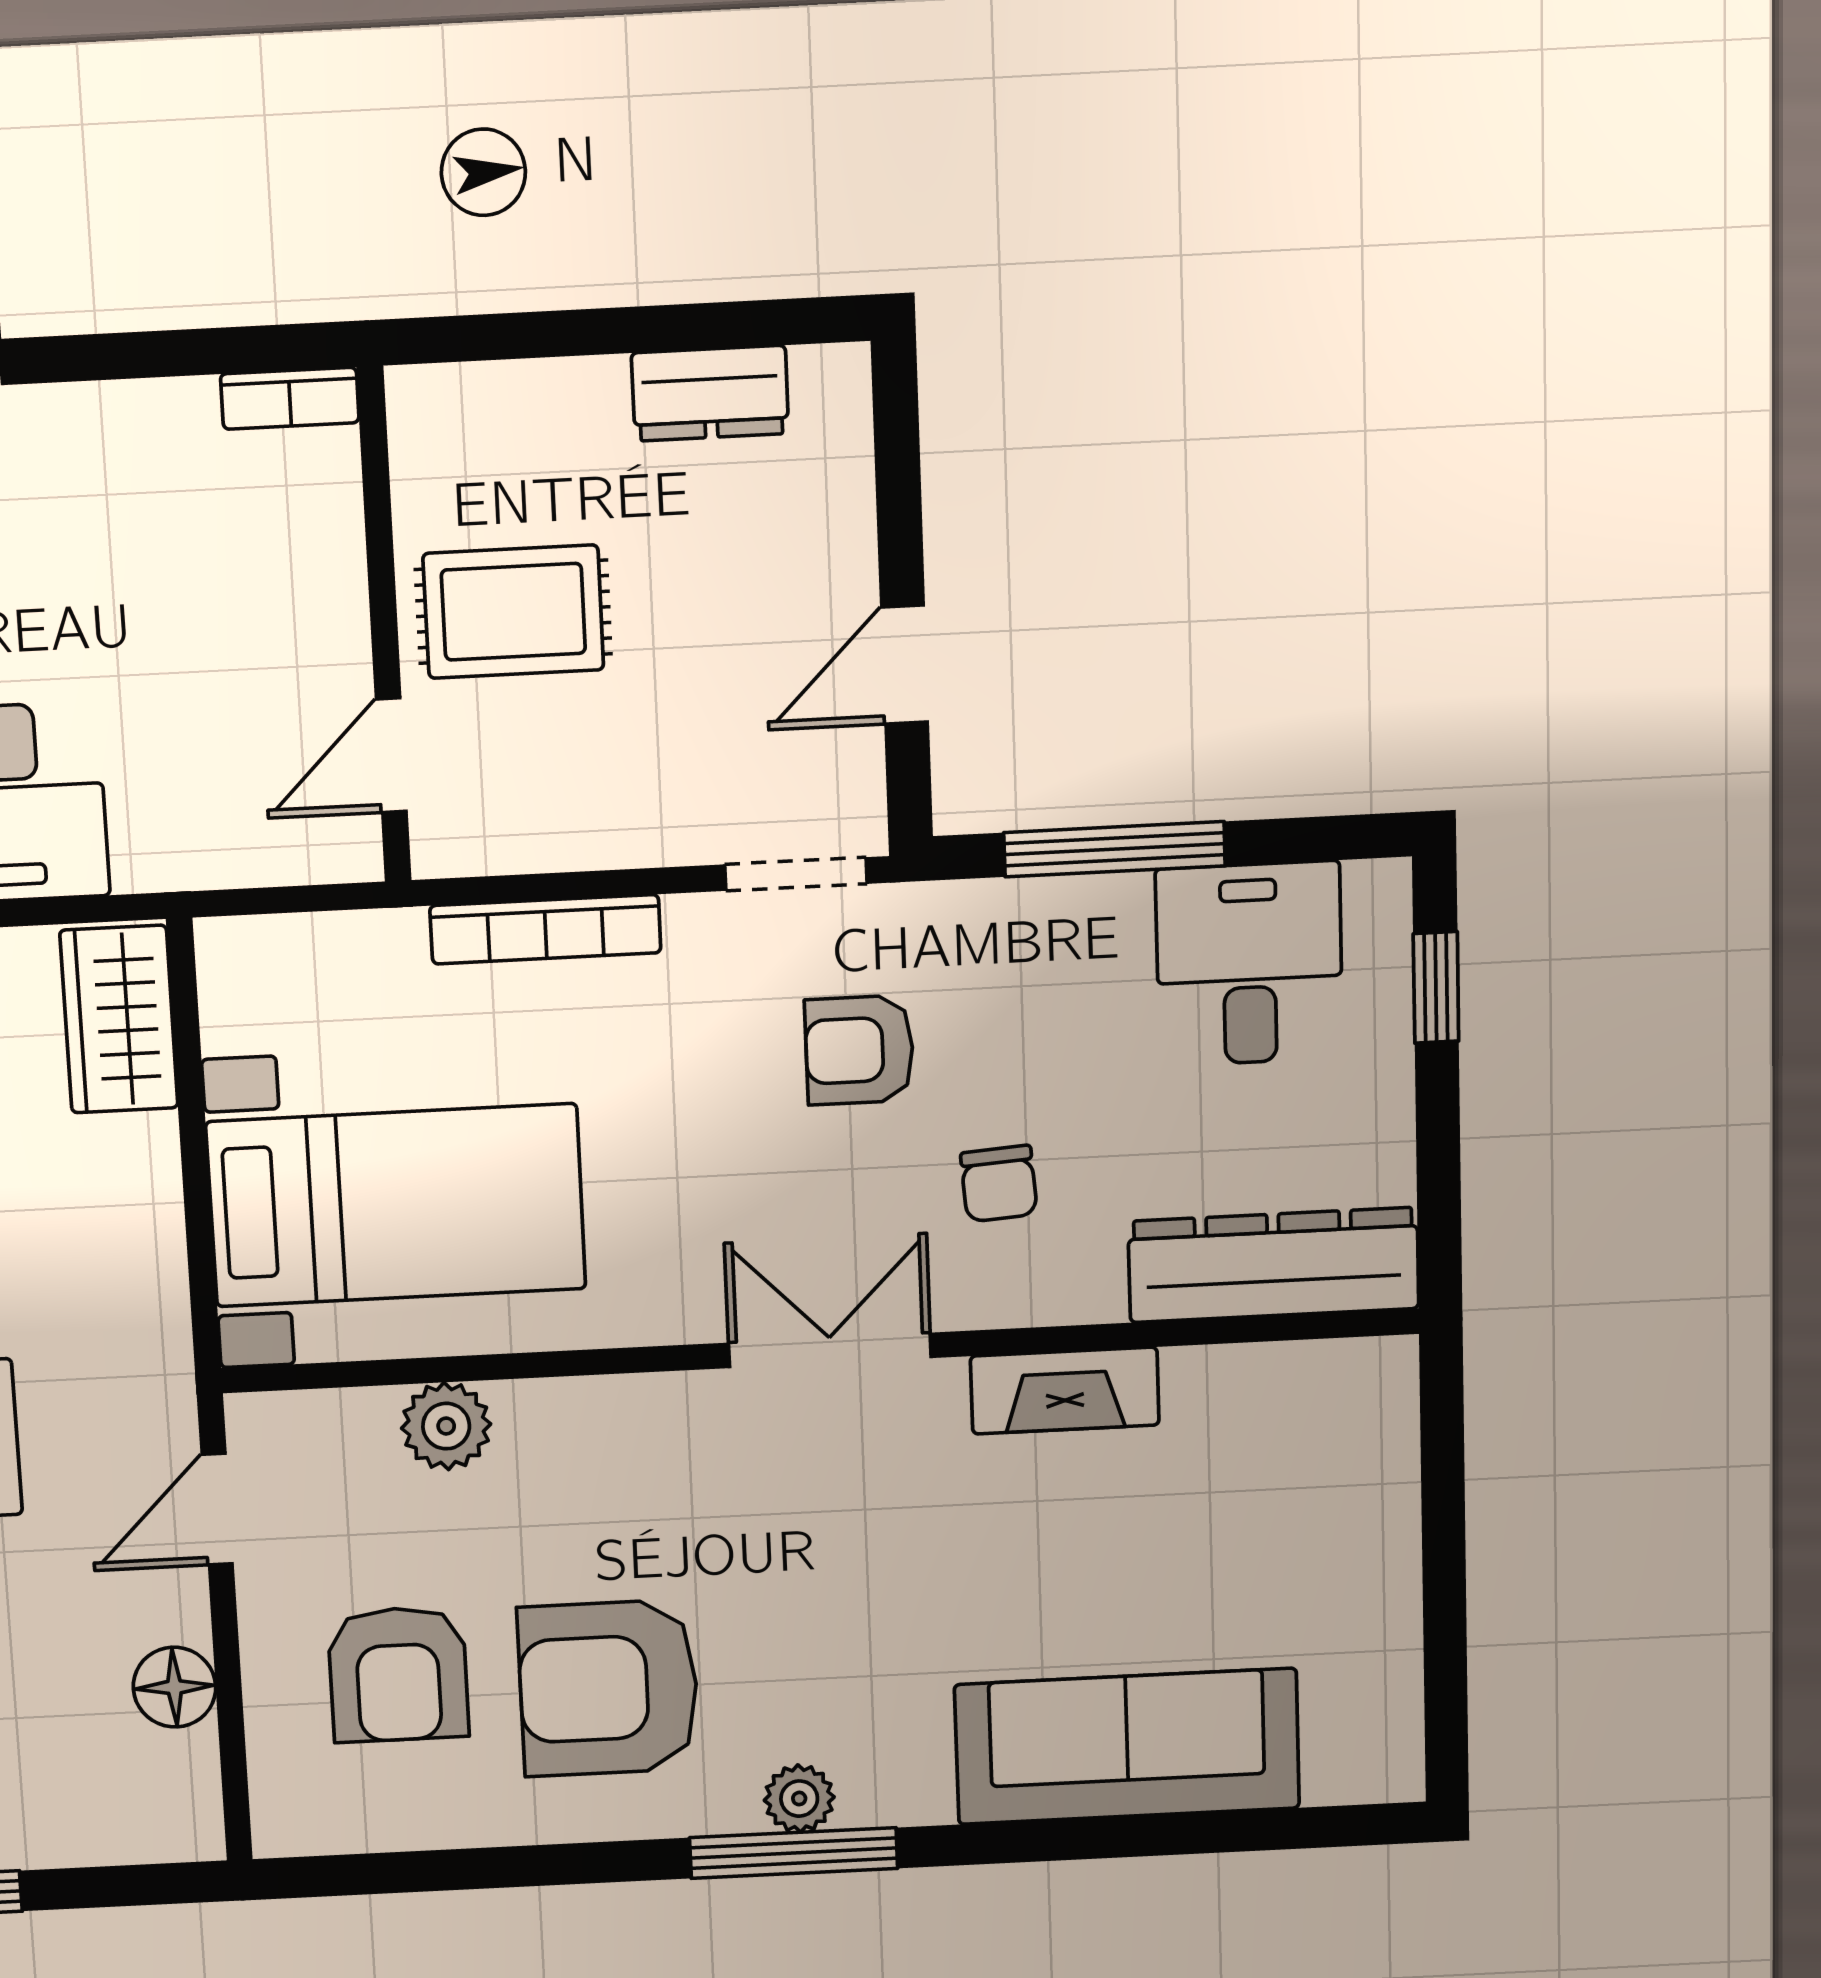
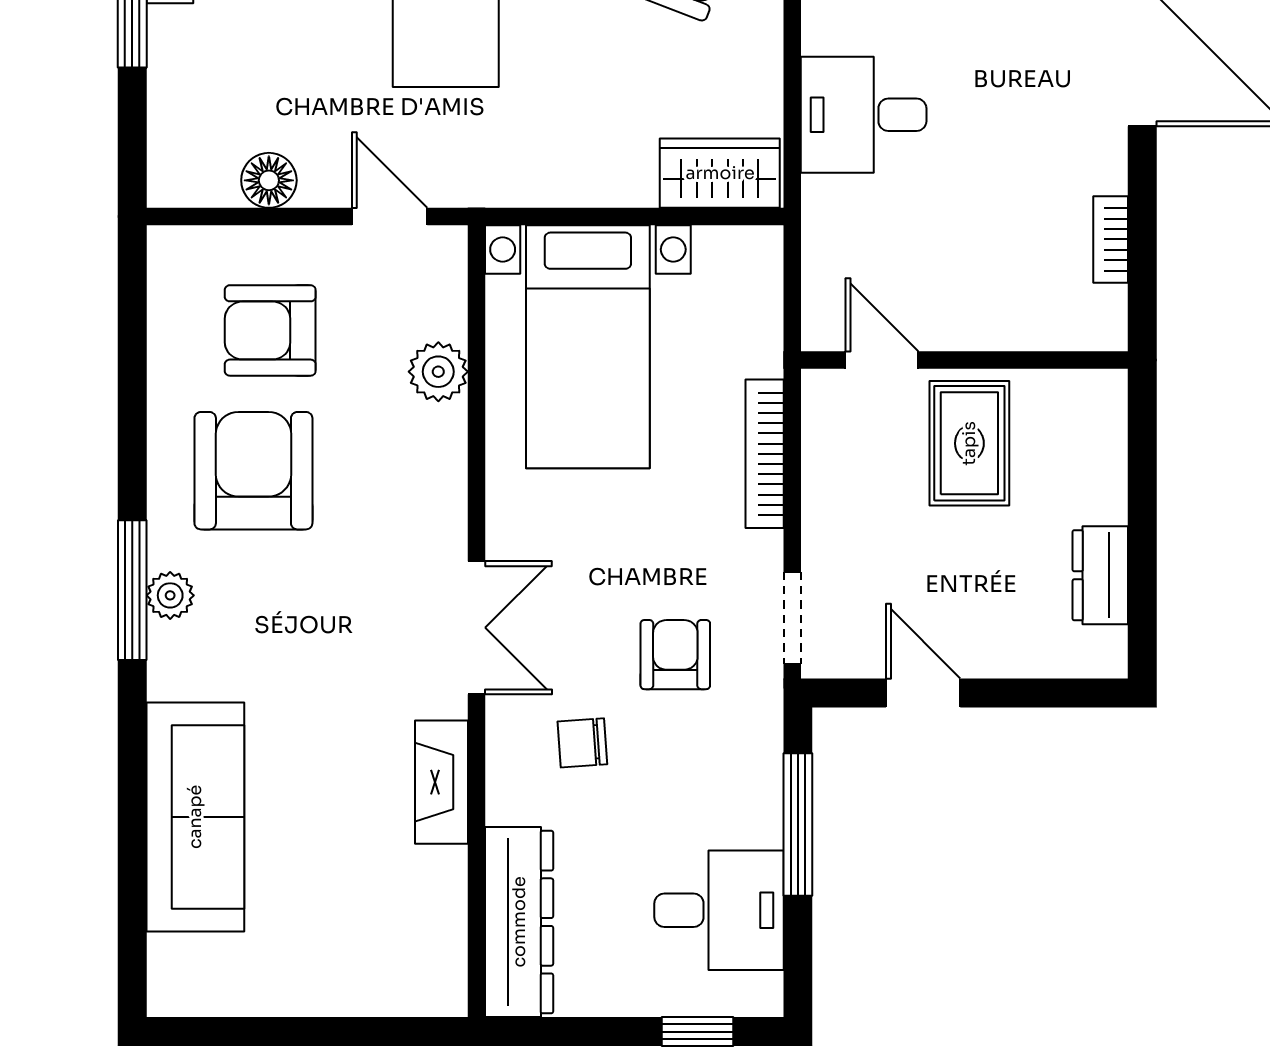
bookcase: (290, 398) -> (1111, 239), moved

